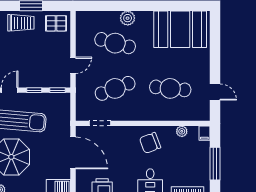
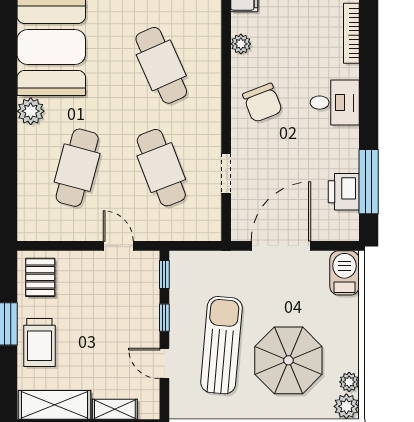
plant: (128, 18) -> (31, 111), moved
trolley: (21, 23) -> (39, 342), turned 180
cafe table: (170, 88) -> (161, 65), turned -30
doorway: (100, 123) -> (226, 173), moved

